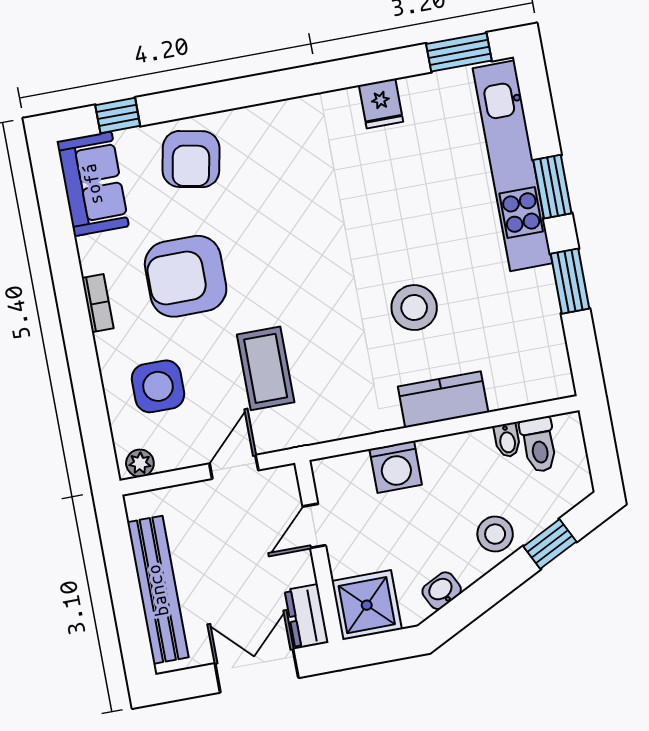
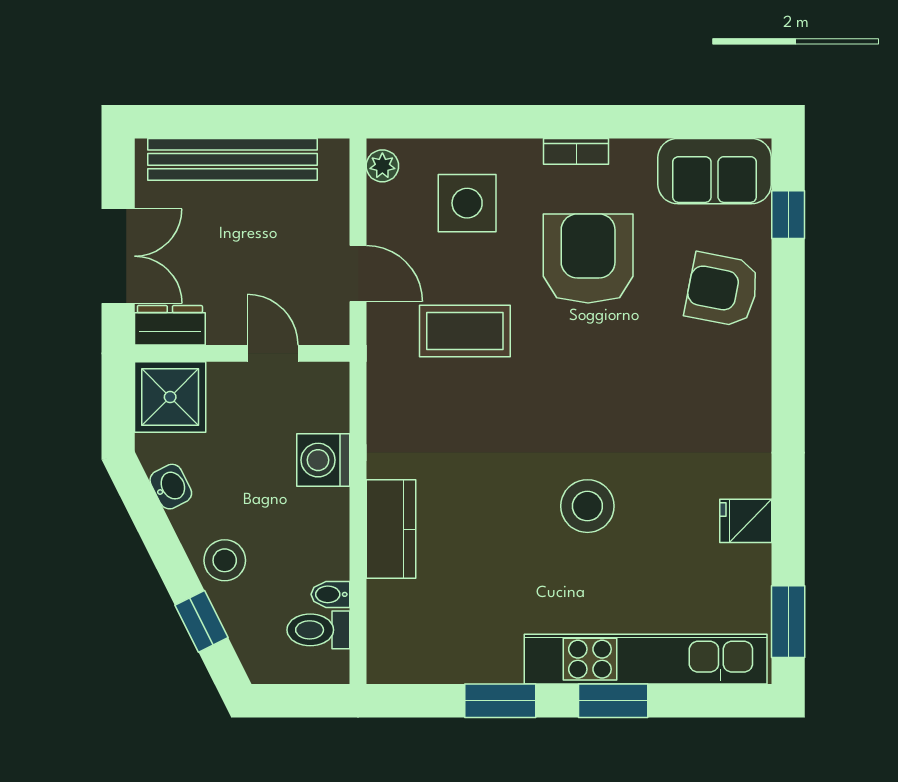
stool: (414, 308) -> (587, 506), moved

